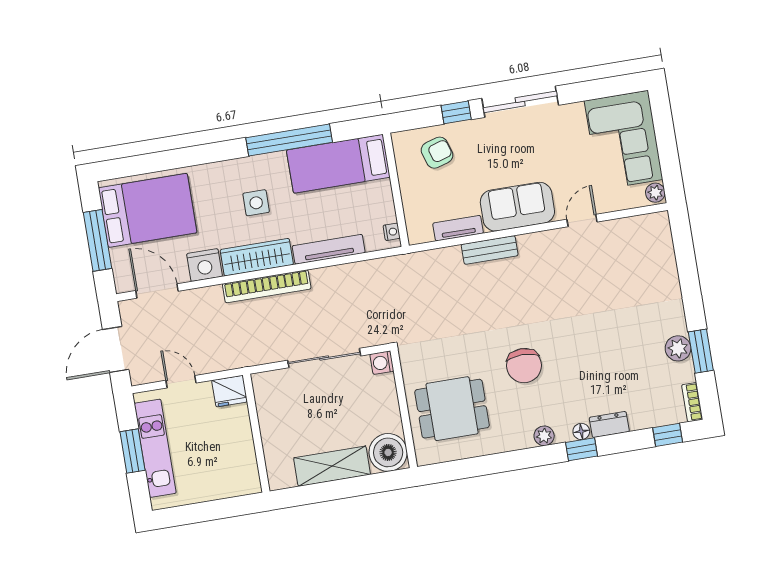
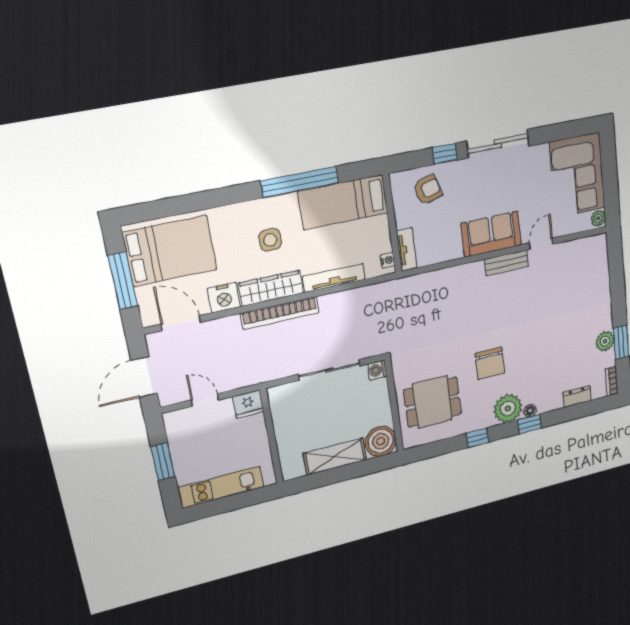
tv unit: (458, 228) -> (407, 249), moved, turned 90
bench: (490, 250) -> (507, 263), moved
dresser: (609, 425) -> (577, 397), moved
window: (668, 435) -> (477, 438), moved
plant: (544, 436) -> (508, 408), width x1.87, depth x1.87
kitchen unit: (155, 448) -> (221, 487), moved, turned -90

